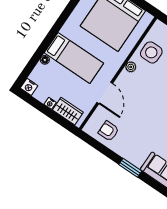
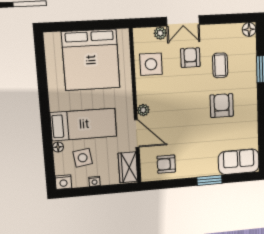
plant: (131, 67) -> (143, 110), moved
side table: (55, 80) -> (83, 158), added
wardrobe: (68, 111) -> (128, 167), moved, turned -90

